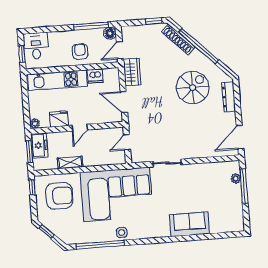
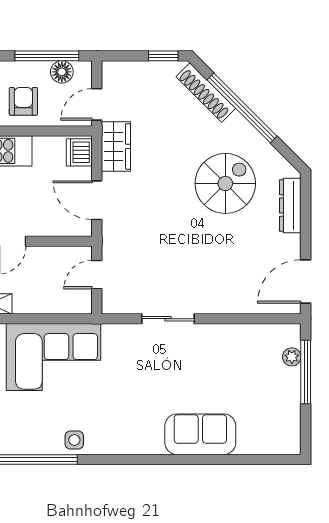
floor lamp: (110, 33) -> (62, 72), moved
dishwasher: (95, 76) -> (79, 152), moved, turned 90
corner sofa: (117, 194) -> (53, 357), width x0.73, depth x0.74

